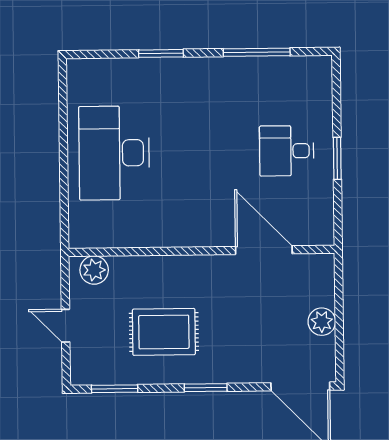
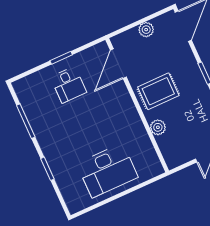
door: (264, 250) -> (118, 64), moved
plant: (94, 270) -> (158, 127), moved
rug: (164, 332) -> (158, 91), moved, turned 90

